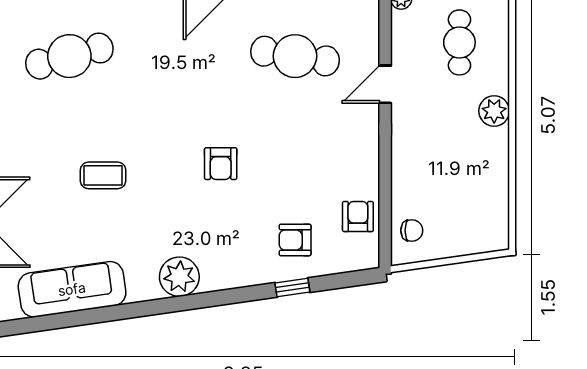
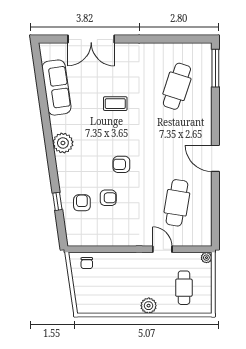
cafe table: (459, 42) -> (184, 288), turned 90
cafe table: (69, 56) -> (177, 86), turned 33
coffee table: (103, 175) -> (115, 104), turned 90
armchair: (358, 217) -> (108, 198), moved

